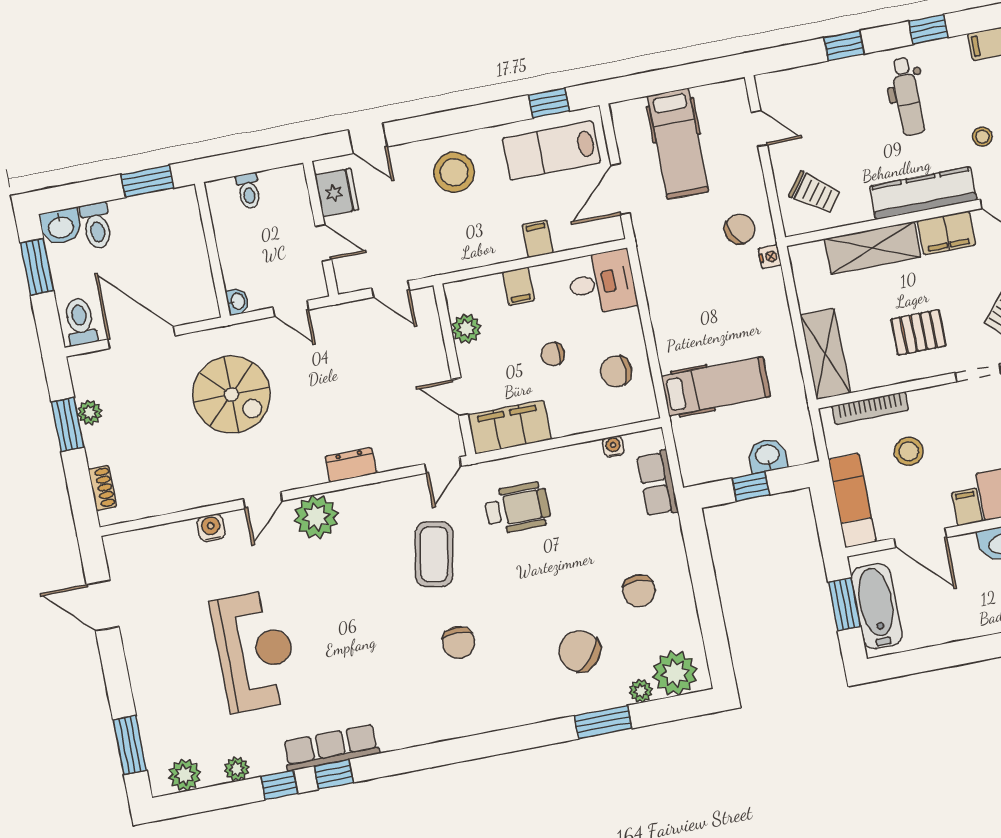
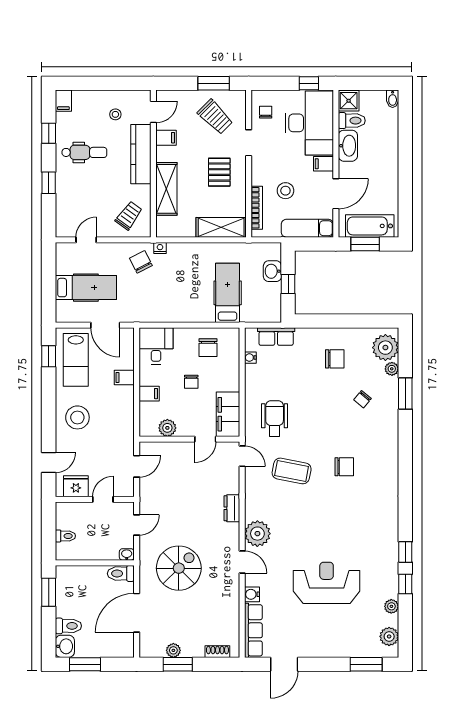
filing cabinet: (946, 233) -> (166, 138), width x0.50
toilet: (80, 321) -> (121, 574), moved
chair: (579, 651) -> (362, 399), width x0.54, depth x0.54
row of seats: (331, 748) -> (253, 630), moved, turned 180

